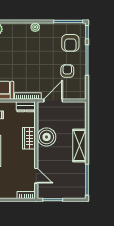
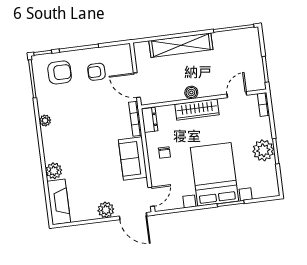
boiler: (47, 137) -> (191, 92), width x0.54, depth x0.54
wardrobe: (29, 138) -> (197, 109), width x1.50
shelving: (79, 145) -> (181, 45), width x1.47

